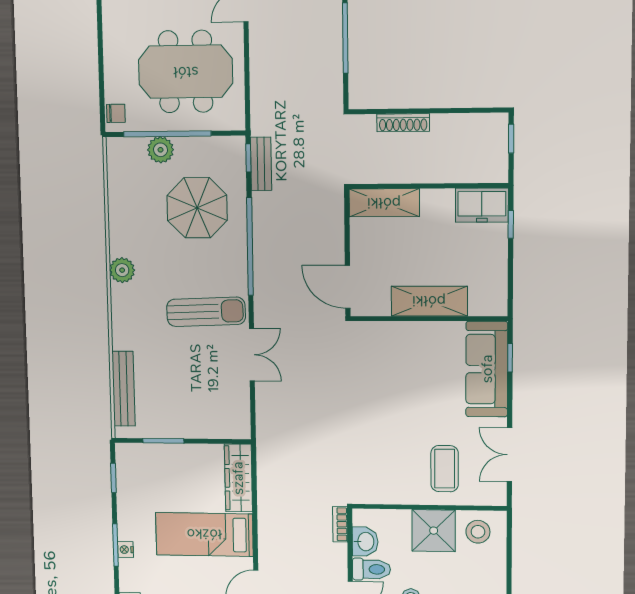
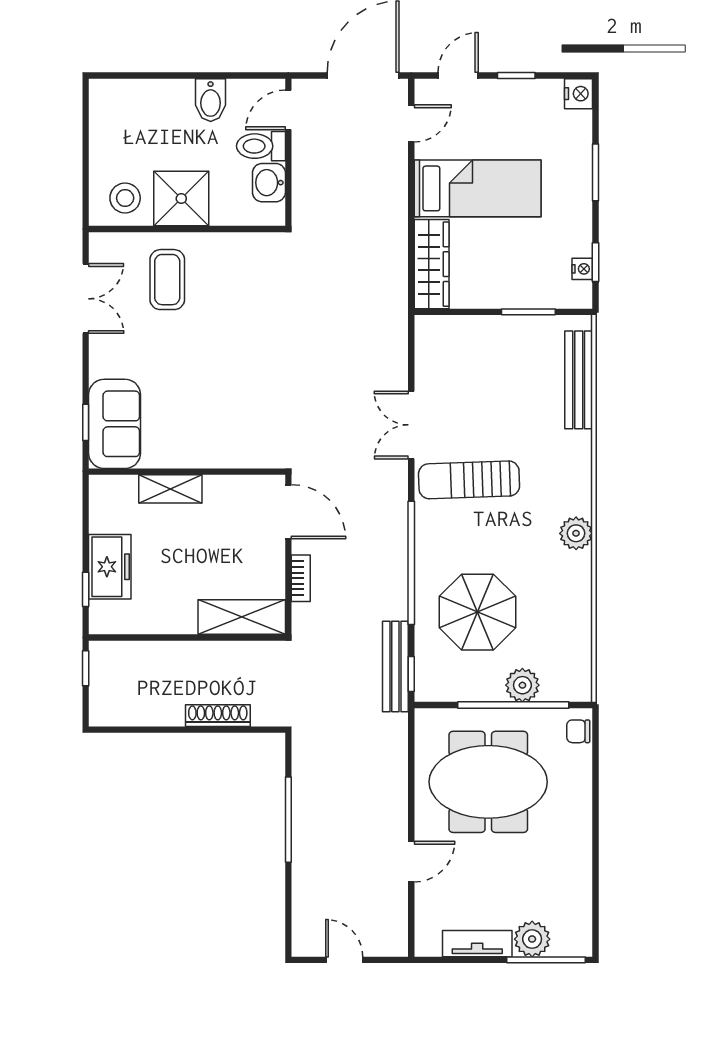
window: (511, 139) -> (86, 668), moved
bench: (261, 164) -> (395, 667), width x1.36
freezer: (482, 205) -> (110, 567), moved, turned 90
shelving: (429, 301) -> (170, 489), width x0.67, depth x0.75
sofa: (487, 369) -> (115, 424), width x0.73
bookcase: (340, 524) -> (301, 578), moved
nightstand: (126, 550) -> (582, 269), moved

